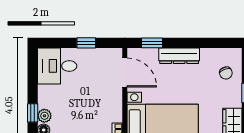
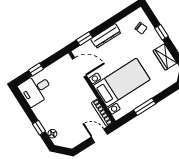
window: (86, 43) -> (36, 70), moved
plant: (44, 116) -> (47, 125), removed

